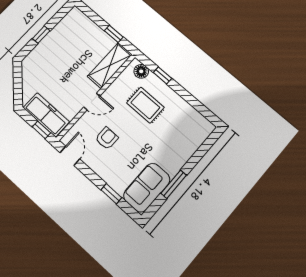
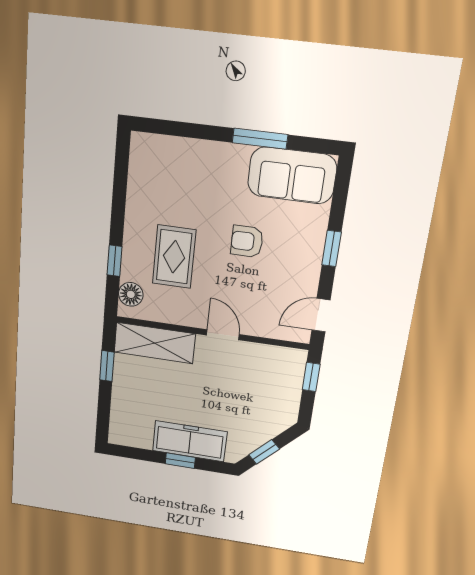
window: (18, 80) -> (264, 452), added
freezer: (46, 115) -> (190, 441), moved, turned 90
armchair: (107, 138) -> (247, 241), moved
window: (111, 194) -> (332, 249), moved

